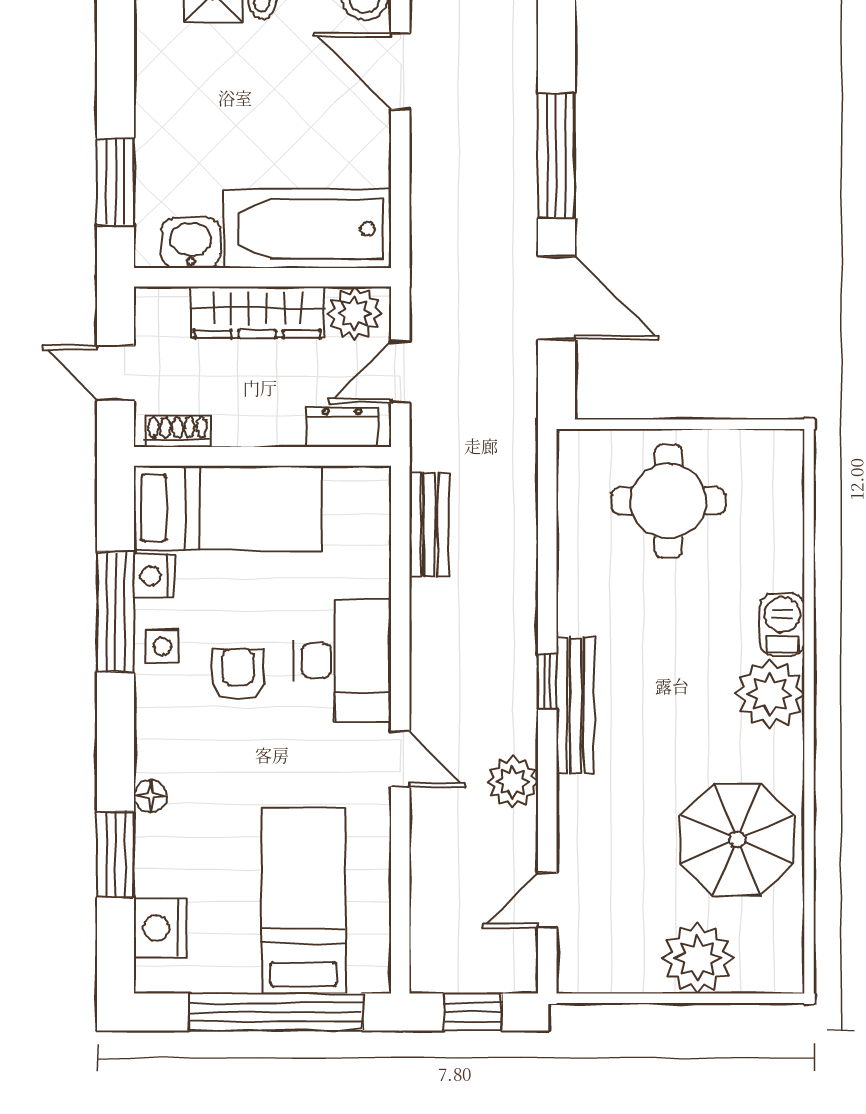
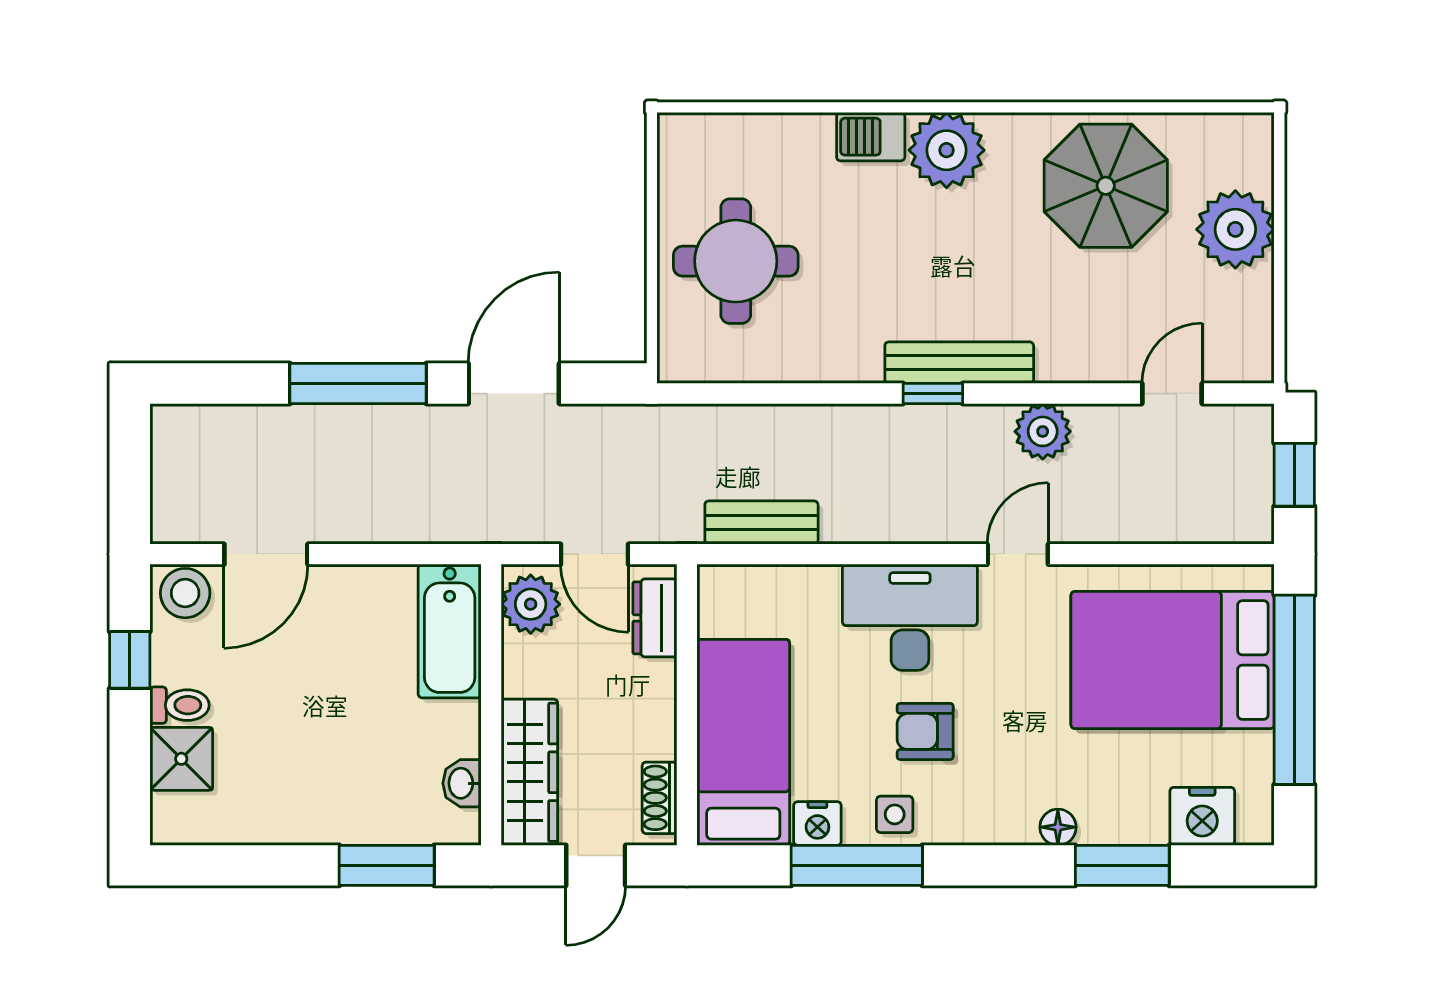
bathtub: (308, 229) -> (450, 631), width x0.73, depth x0.73
washbasin: (191, 243) -> (462, 783), width x0.72, depth x0.69
wardrobe: (257, 312) -> (529, 772), moved
door: (547, 900) -> (1172, 394), swing flipped
bed: (303, 901) -> (1173, 660), width x1.50

